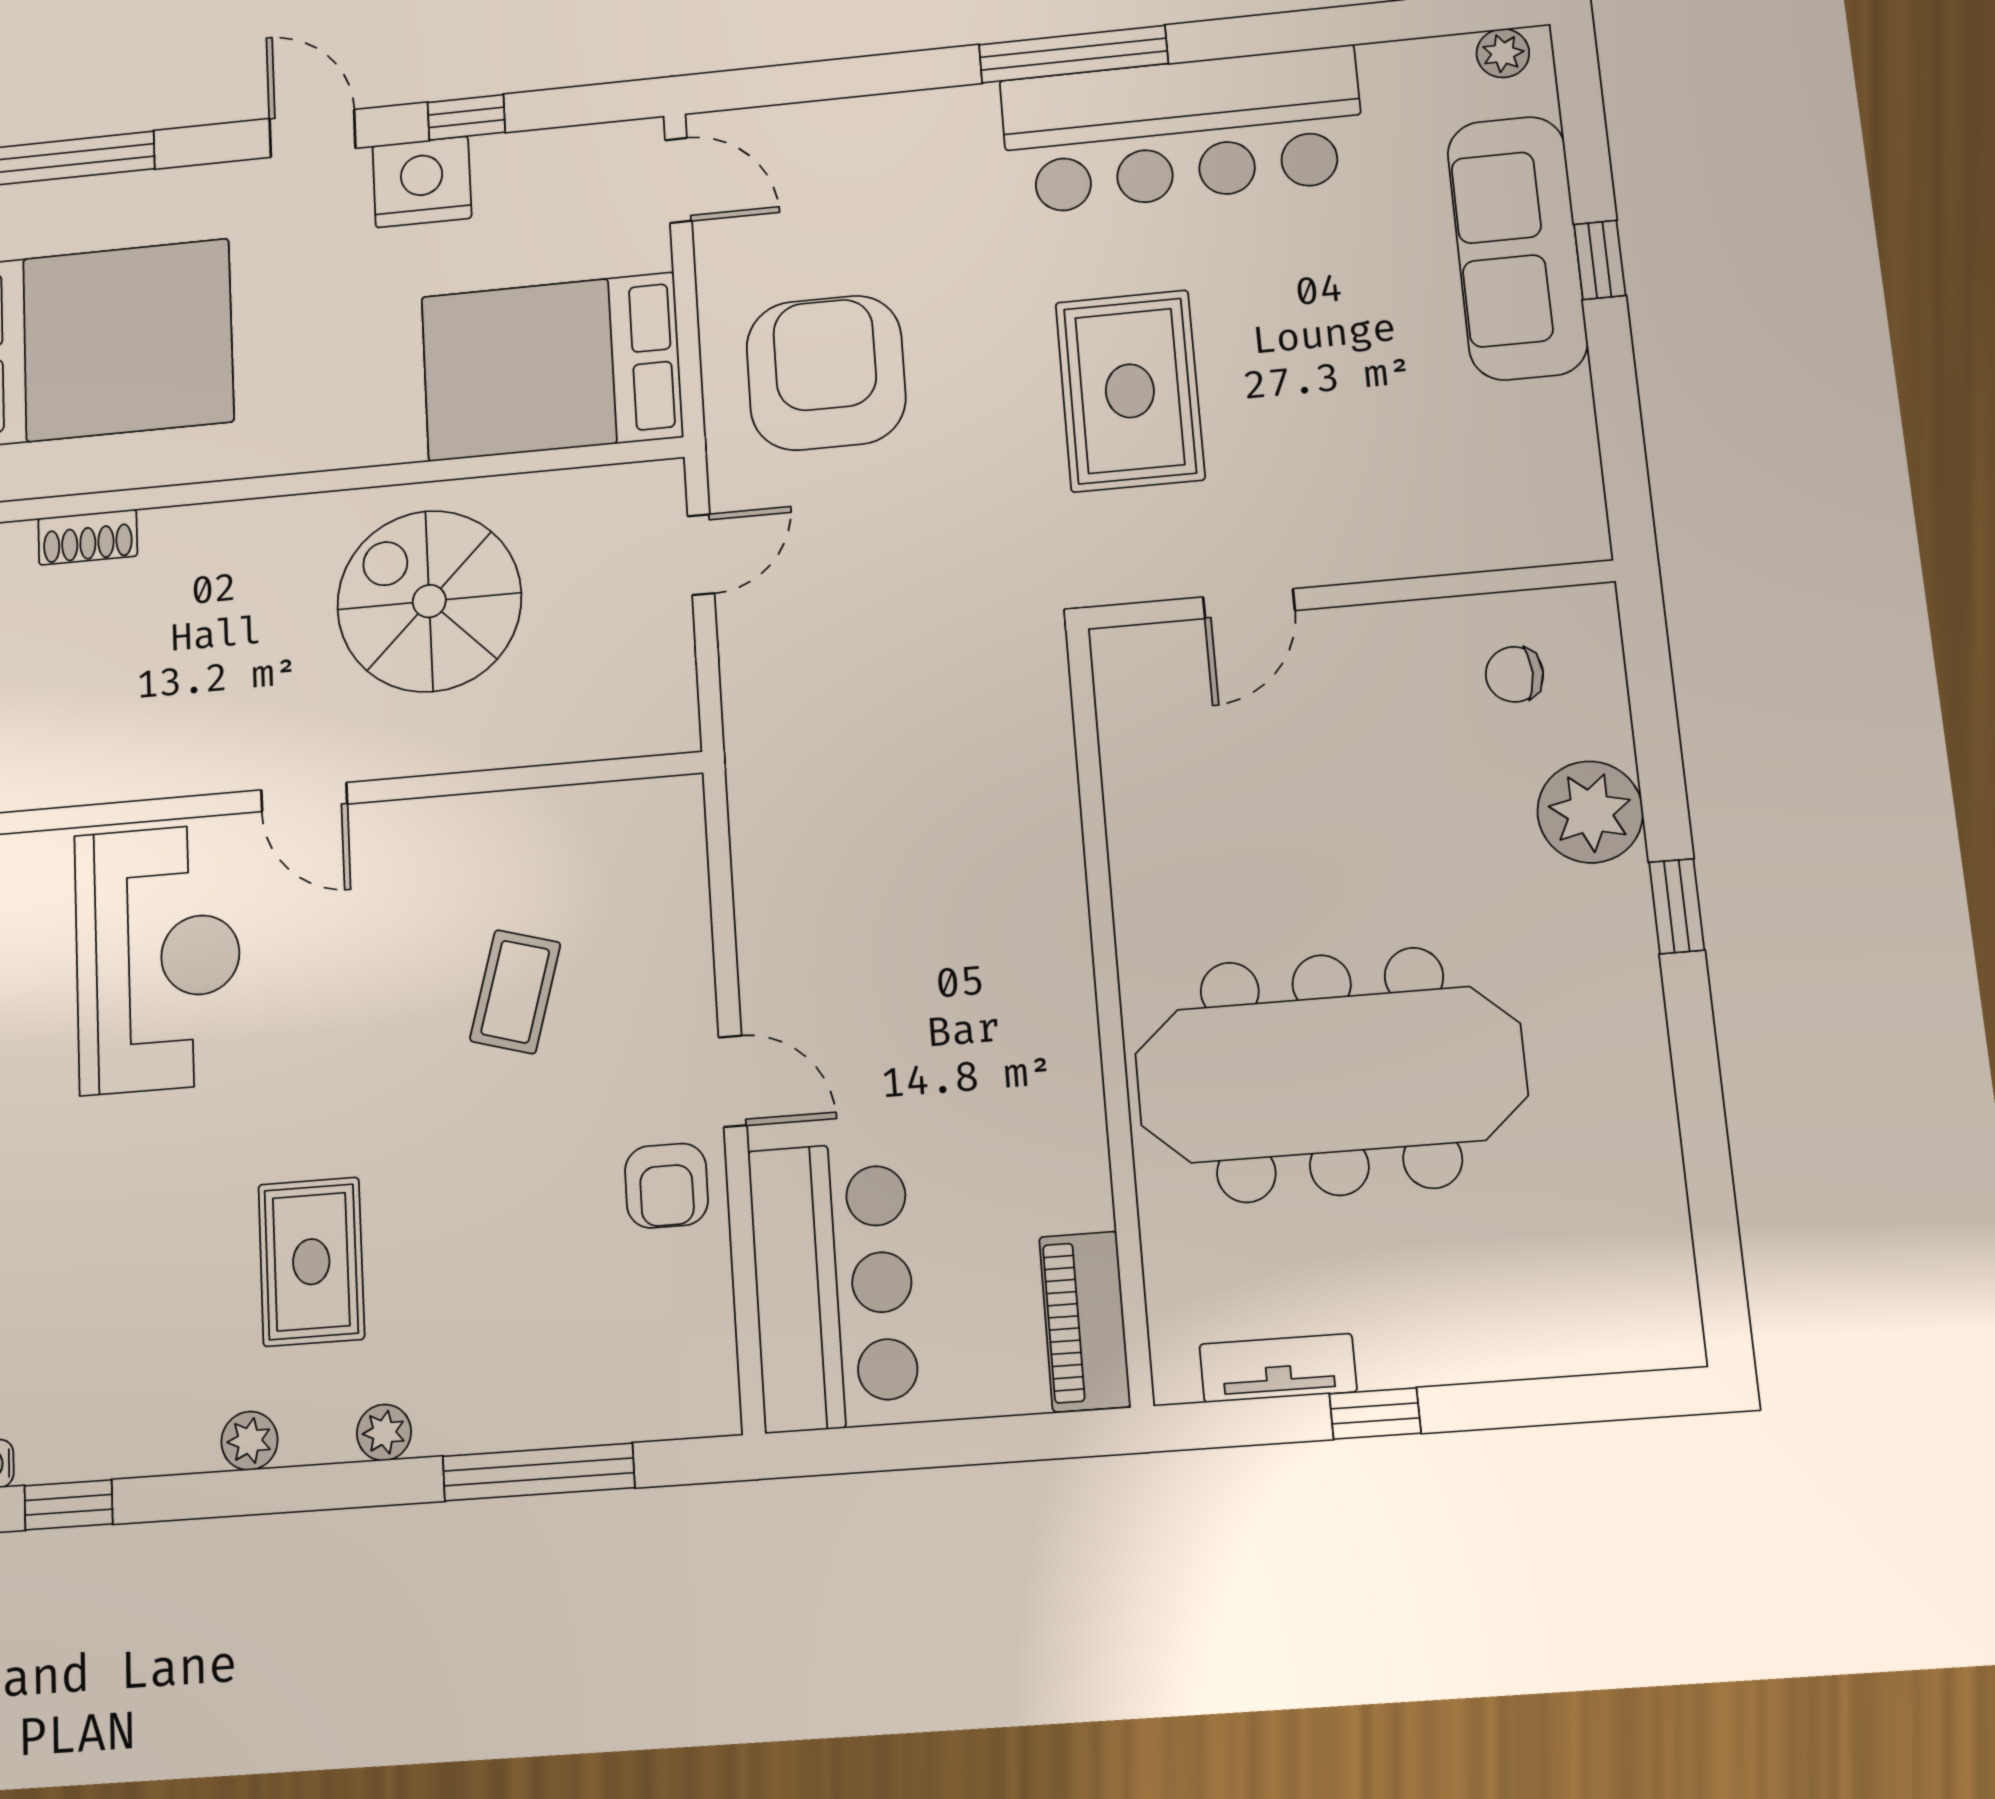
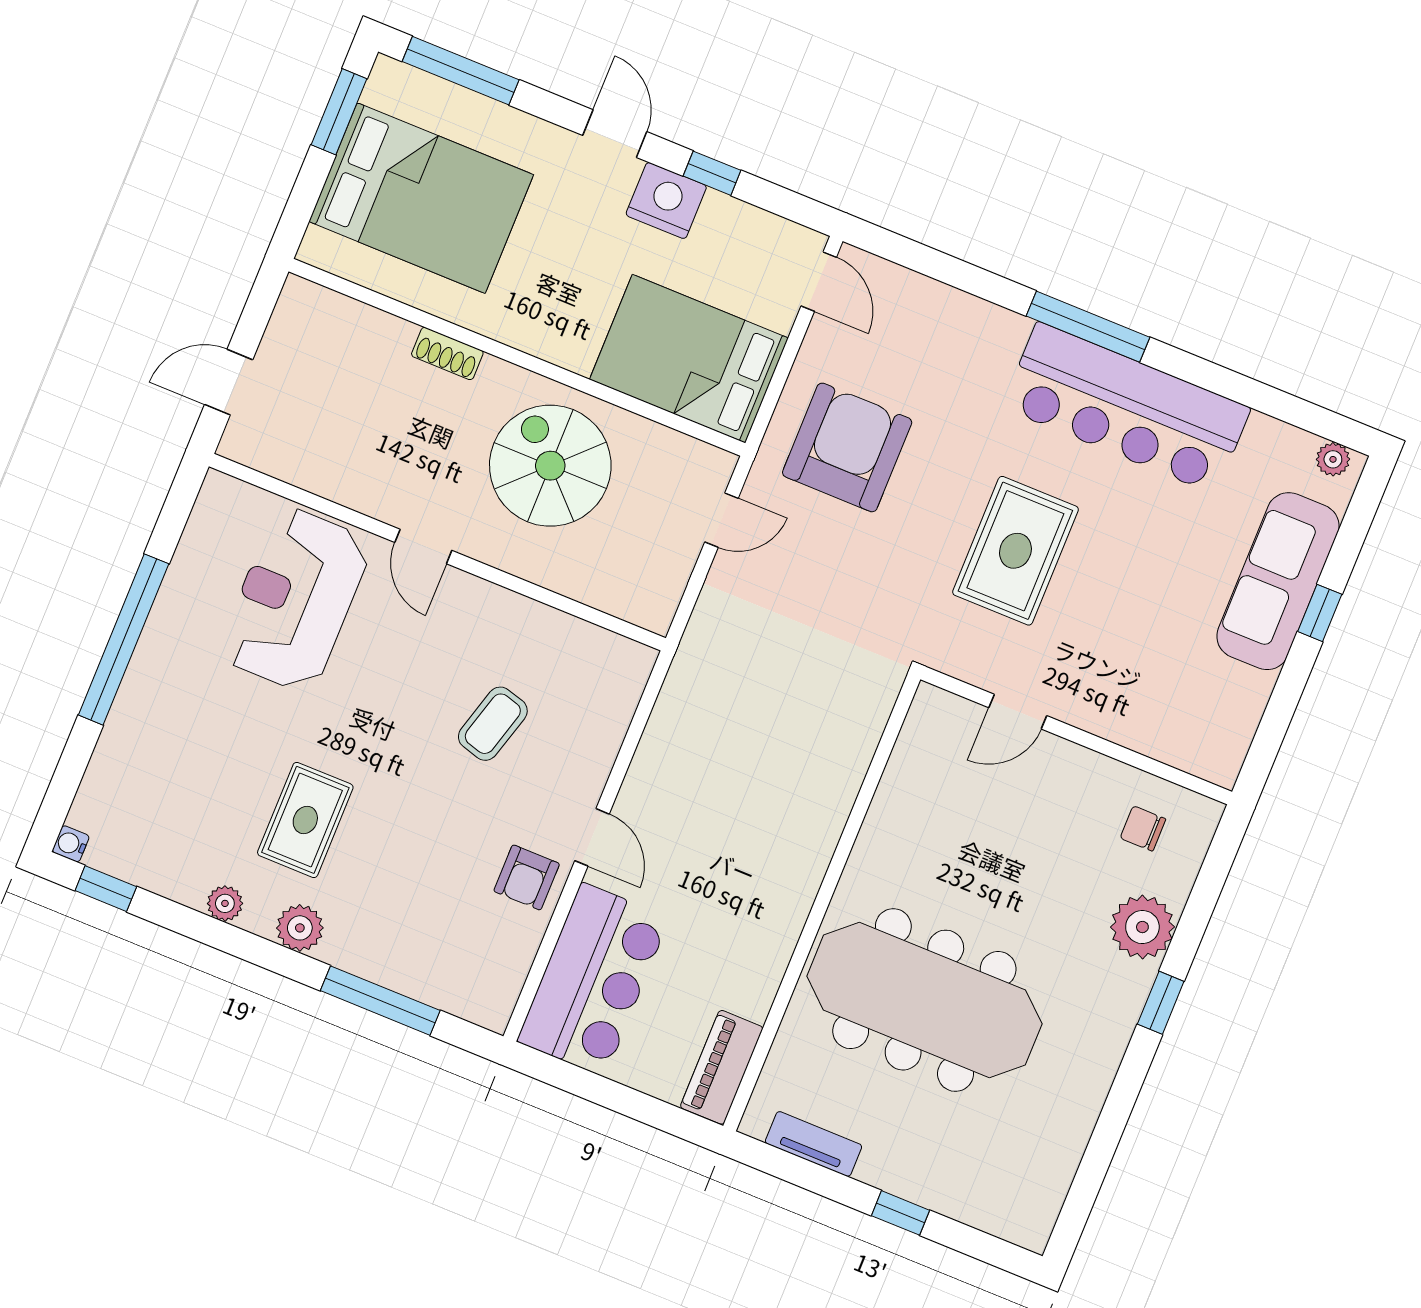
shoe rack: (88, 537) -> (447, 354), moved
reception desk: (158, 958) -> (295, 599), turned 180
window: (1375, 1413) -> (901, 1213), moved
plant: (384, 1432) -> (300, 928), width x1.38, depth x1.38

